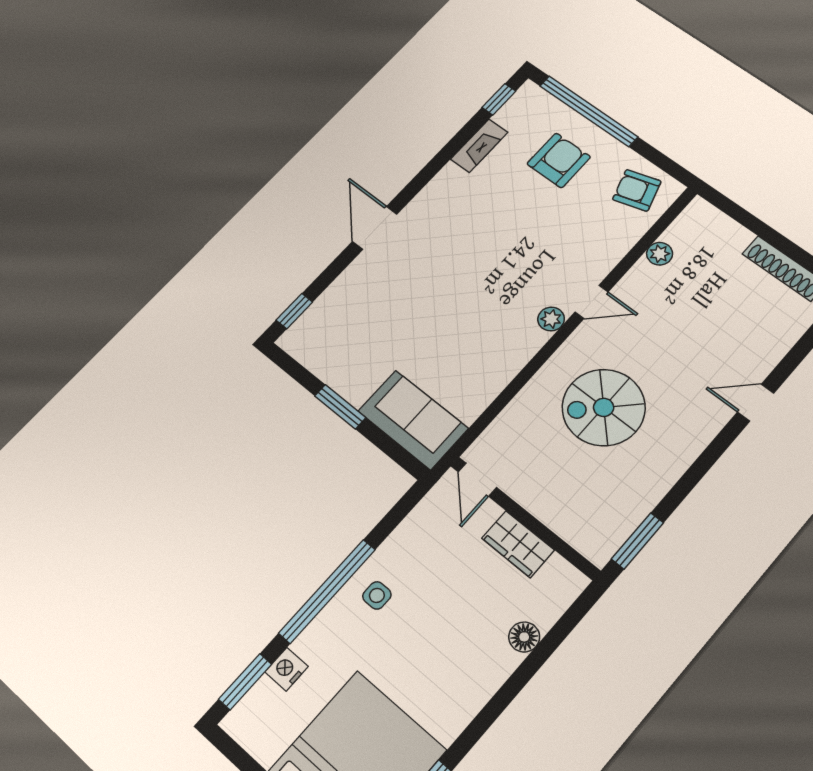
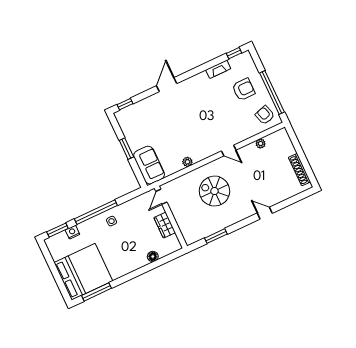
window: (589, 111) -> (272, 92), moved
plant: (551, 319) -> (187, 162), moved
window: (637, 541) -> (216, 236), moved

